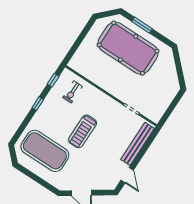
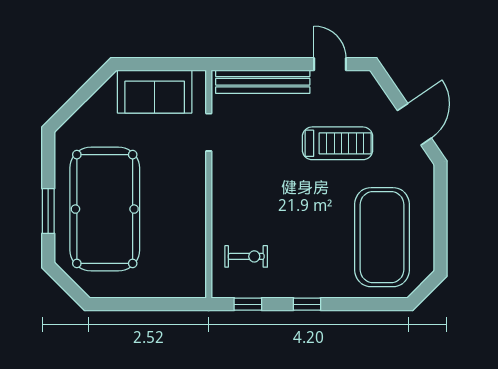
sofa: (162, 98) -> (155, 92), added
treadmill: (83, 131) -> (337, 143), moved
door: (127, 175) -> (330, 64), hinge flipped

